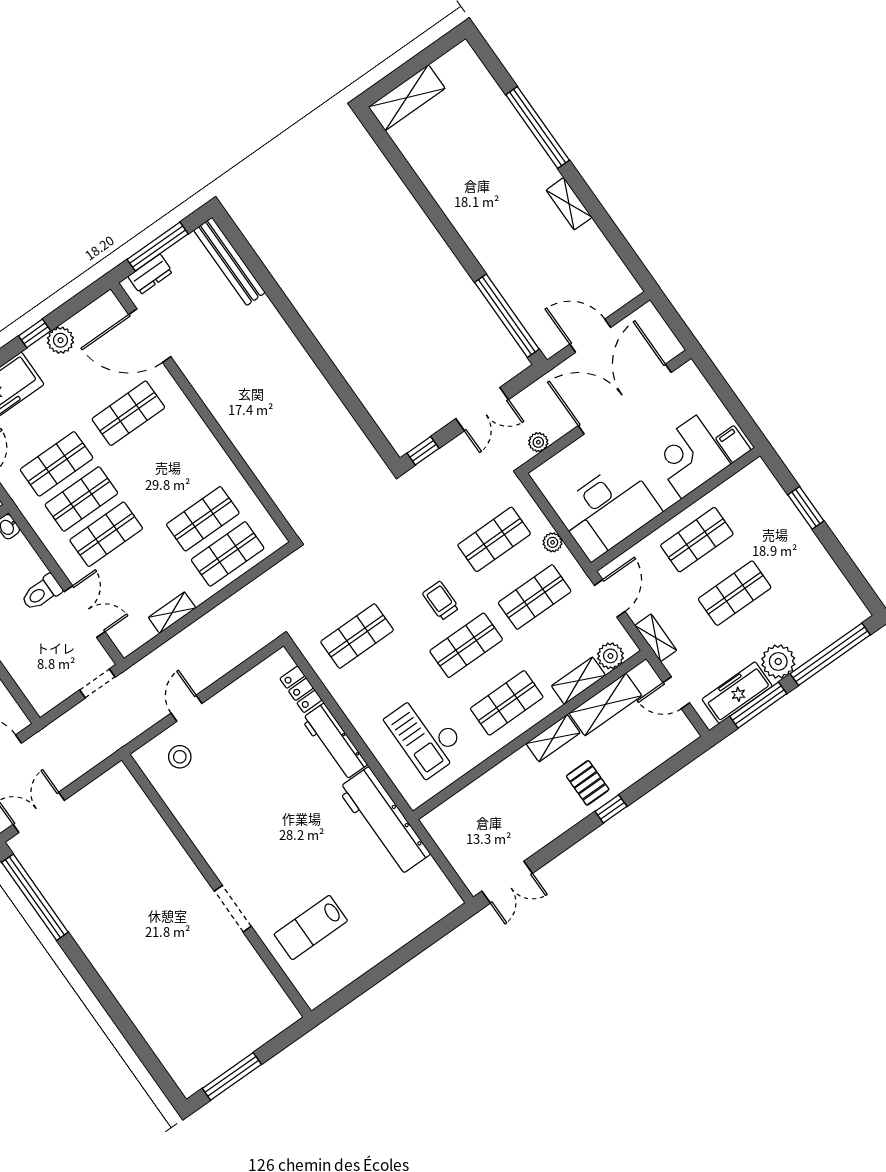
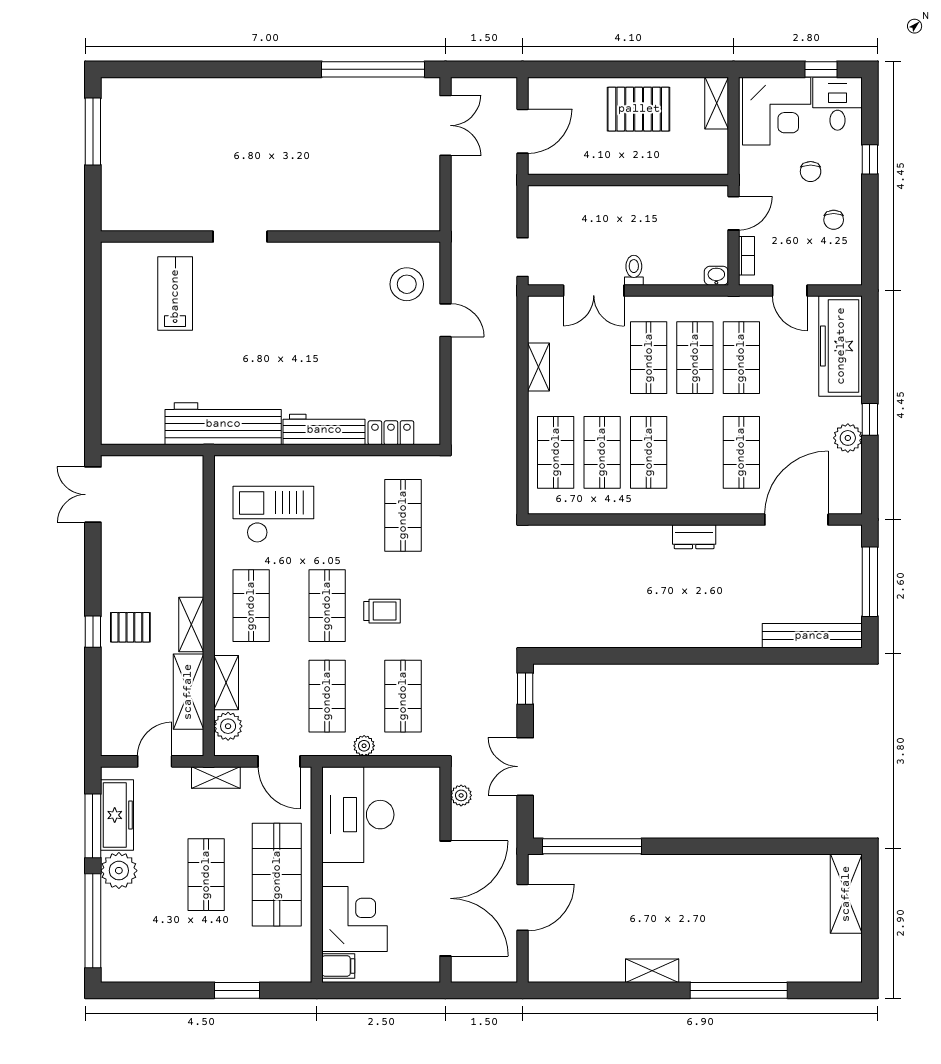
dresser: (150, 274) -> (694, 537), moved, turned -90
shop shelf: (178, 484) -> (649, 452), added
shop shelf: (697, 540) -> (277, 875), width x1.43, depth x1.36
toilet: (42, 593) -> (634, 270), width x0.73, depth x0.72
stool: (180, 757) -> (407, 284), width x1.38, depth x1.38

